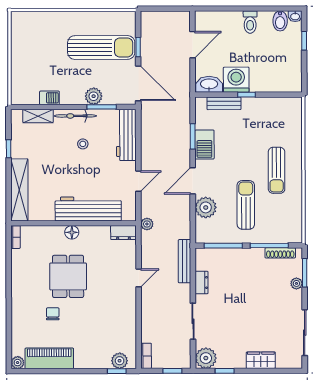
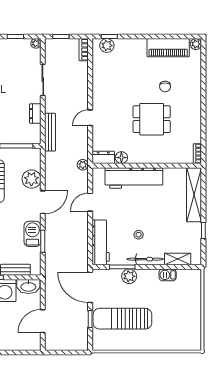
floor lamp: (72, 232) -> (121, 158), moved
dining table: (68, 276) -> (152, 119), turned 90
plant: (206, 358) -> (36, 43), width x0.53, depth x0.53

